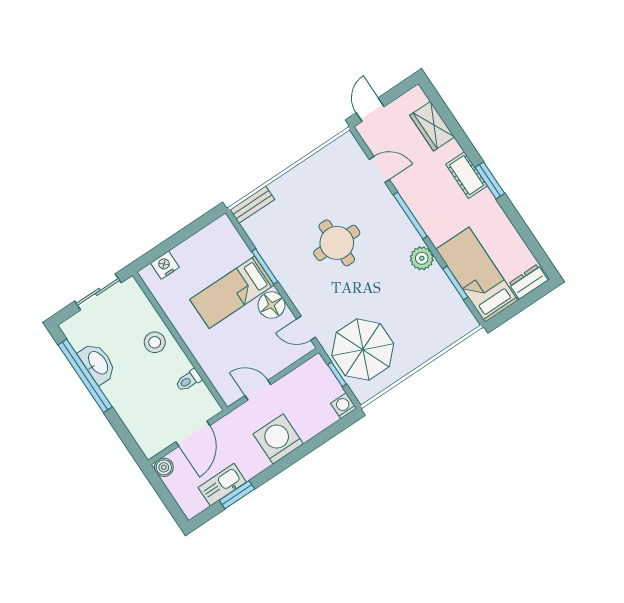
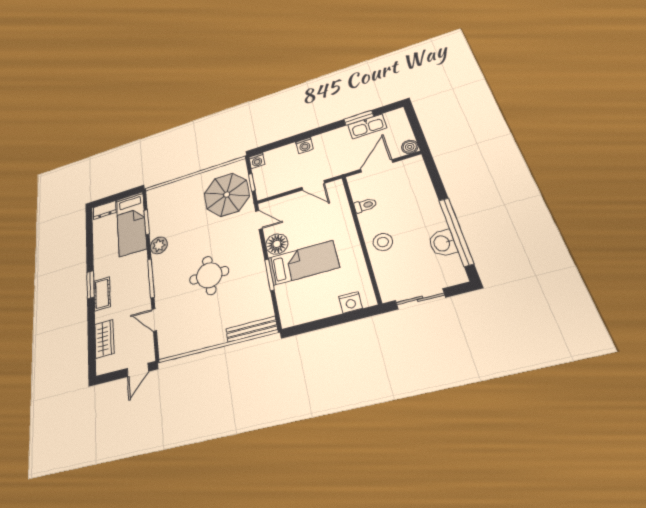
bench: (252, 205) -> (251, 329), width x1.36
washbasin: (97, 363) -> (442, 243), width x0.72
washing machine: (278, 439) -> (305, 145), width x0.53, depth x0.53

